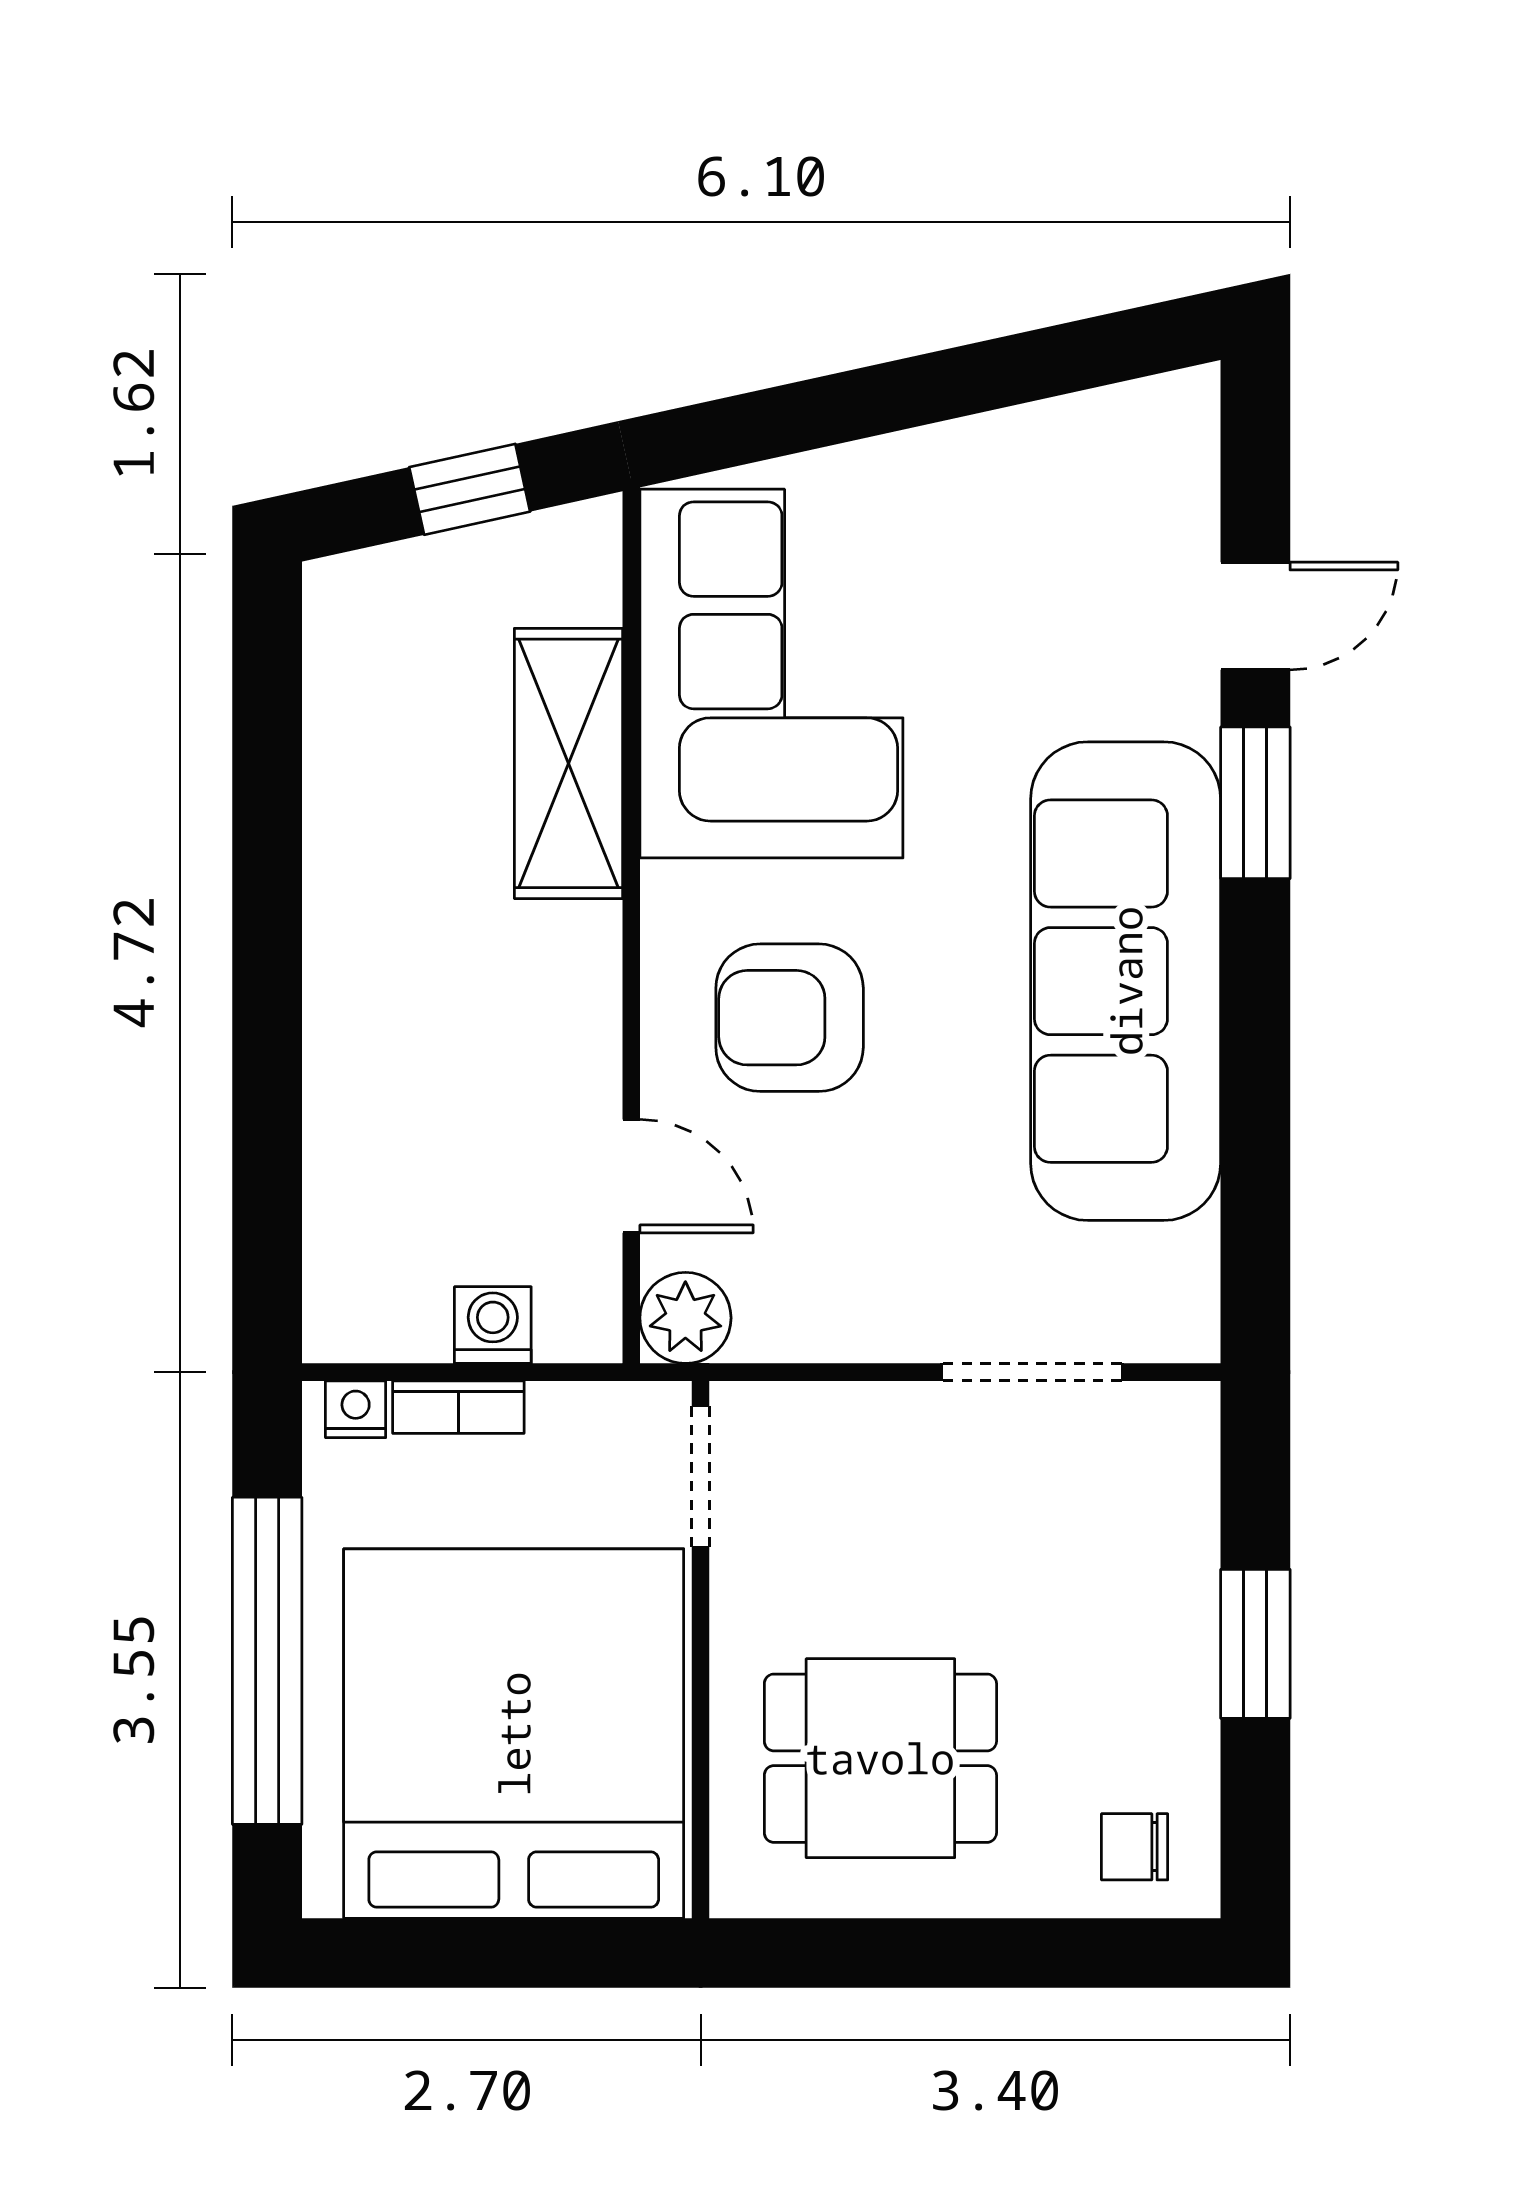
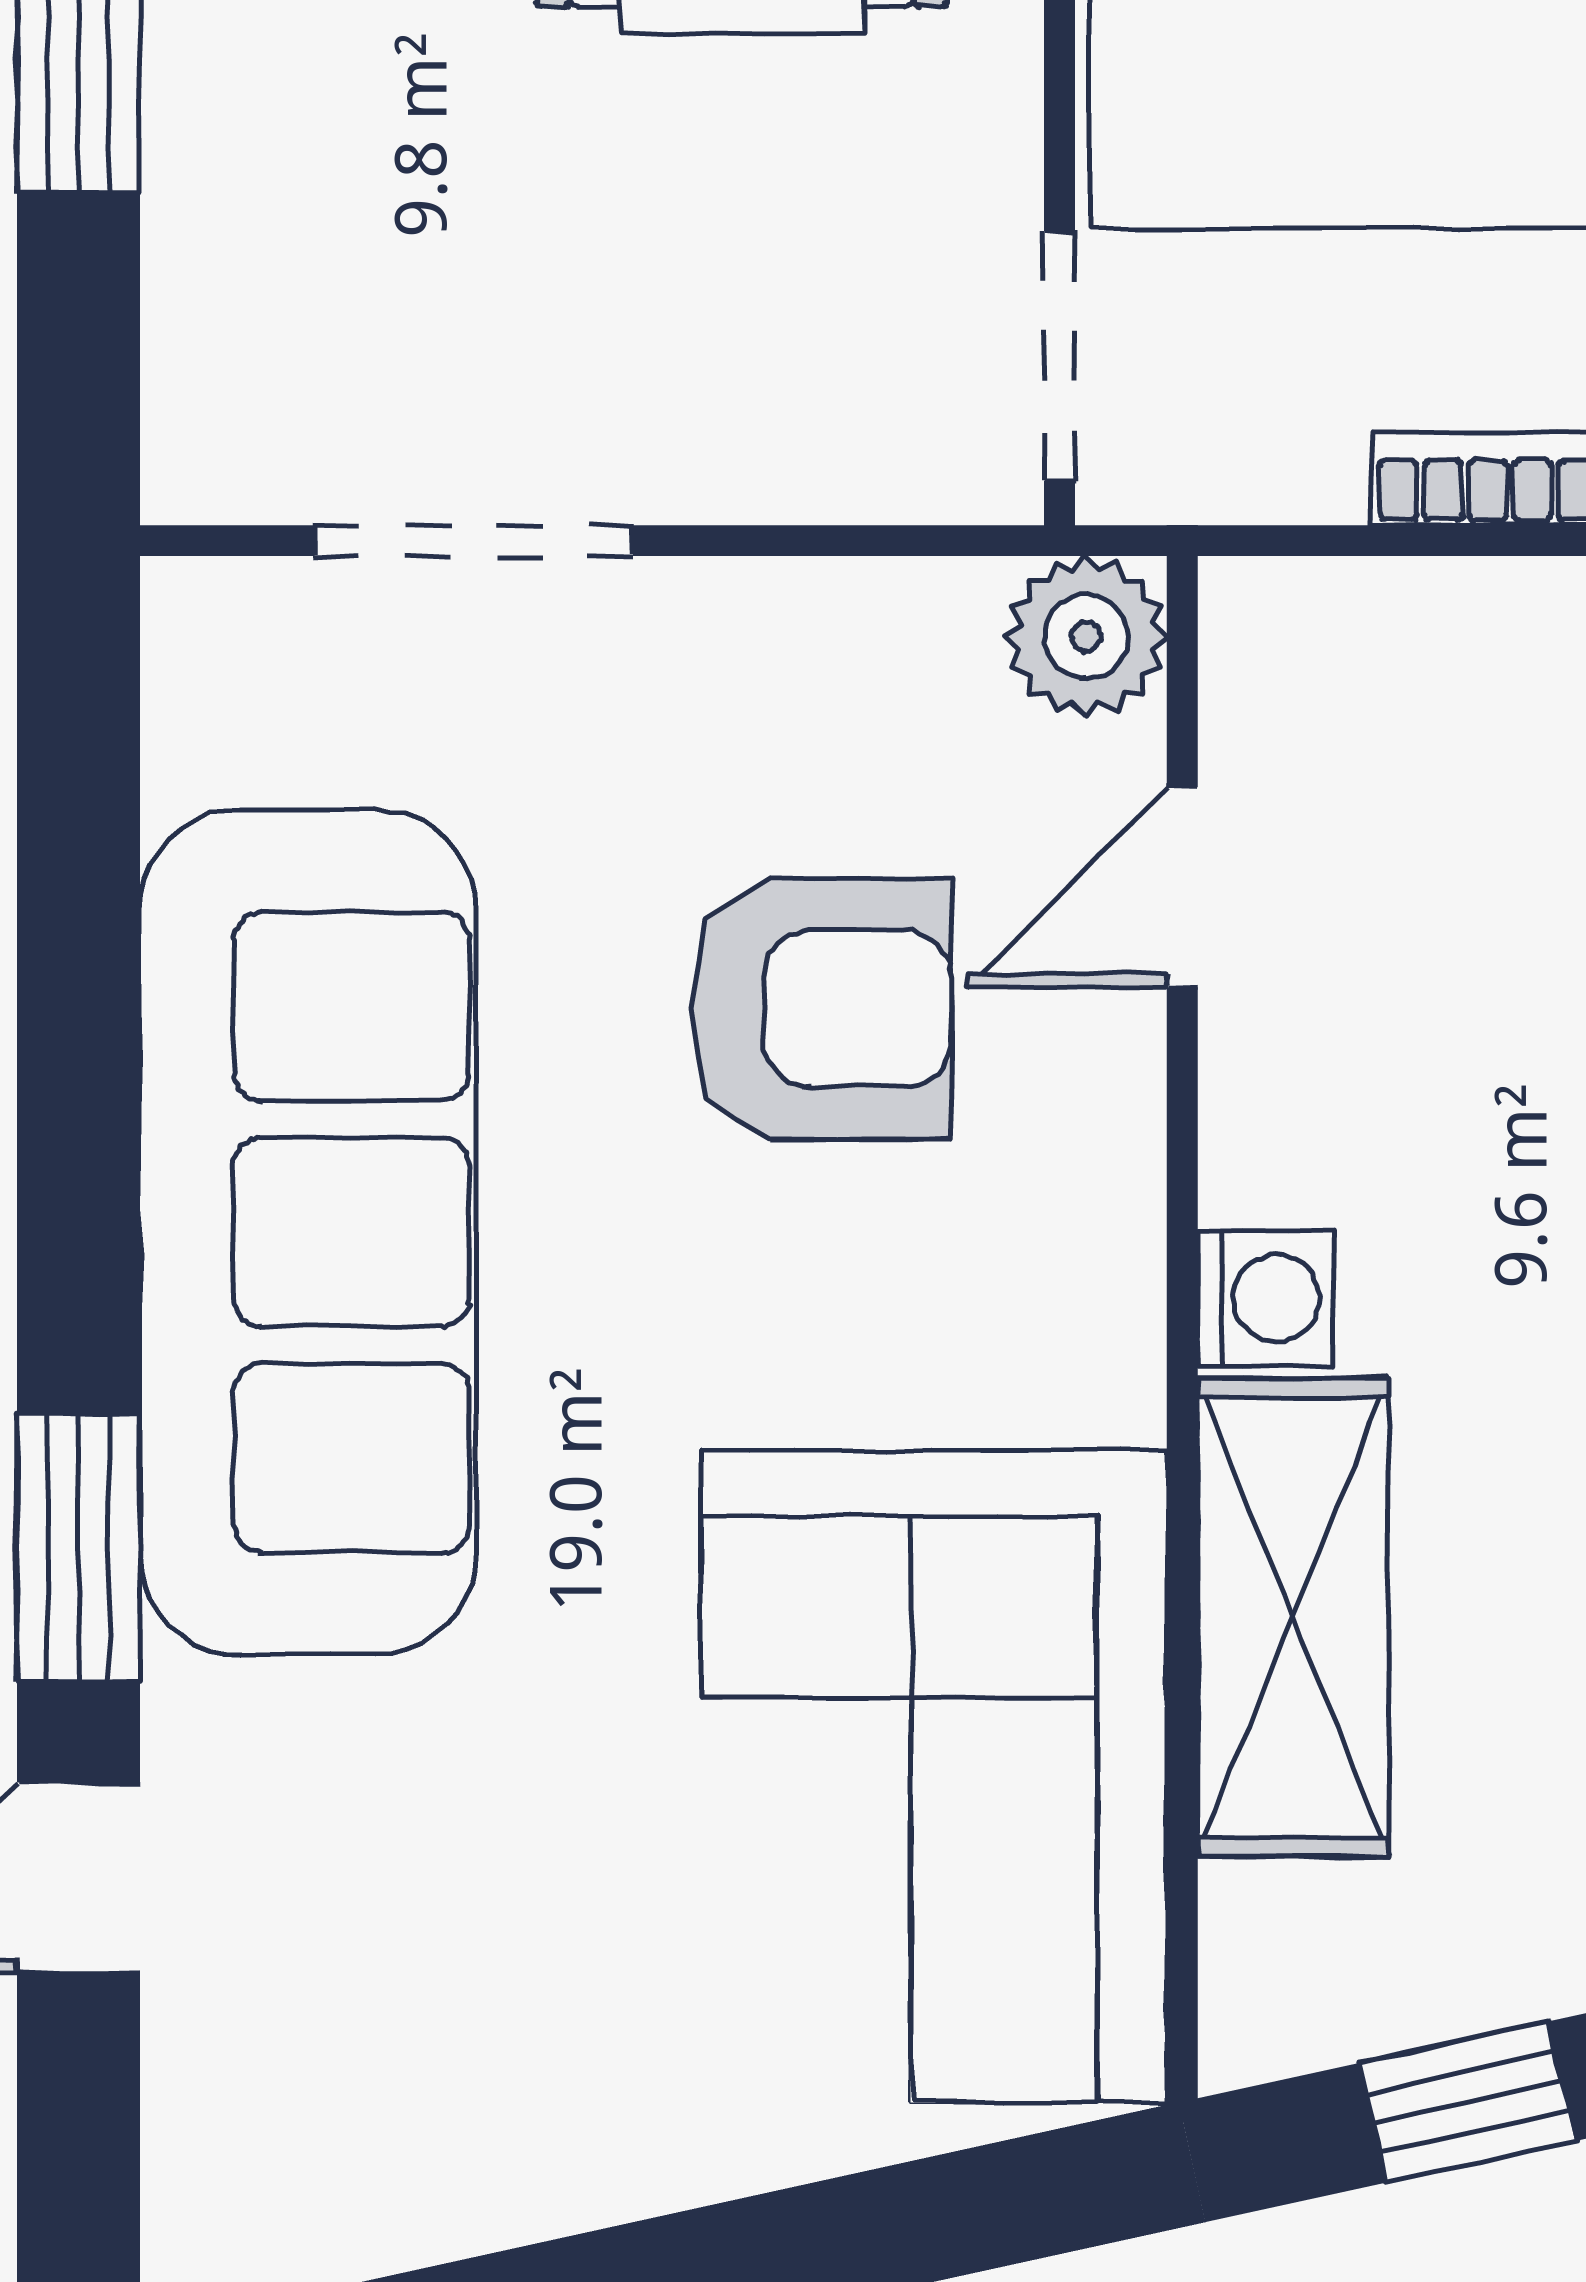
armchair: (790, 1018) -> (821, 1009), moved
door: (631, 1176) -> (1182, 887), hinge flipped
washing machine: (493, 1325) -> (1265, 1298), moved, turned -90

